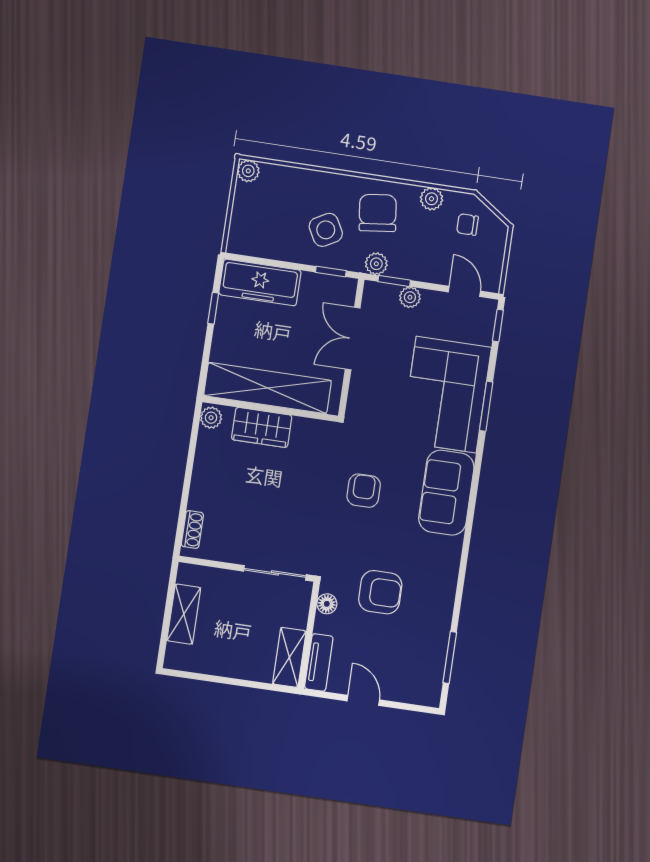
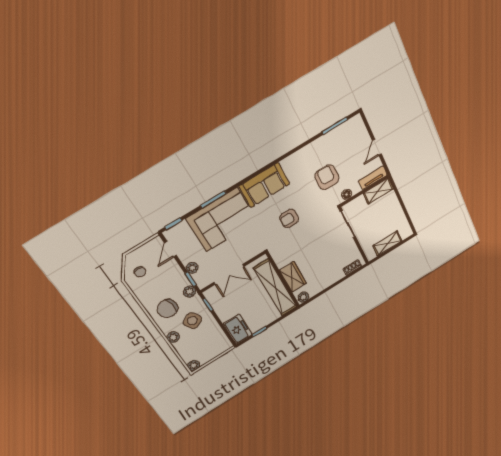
plant: (432, 199) -> (173, 337), moved
freezer: (260, 282) -> (238, 329), width x0.71

